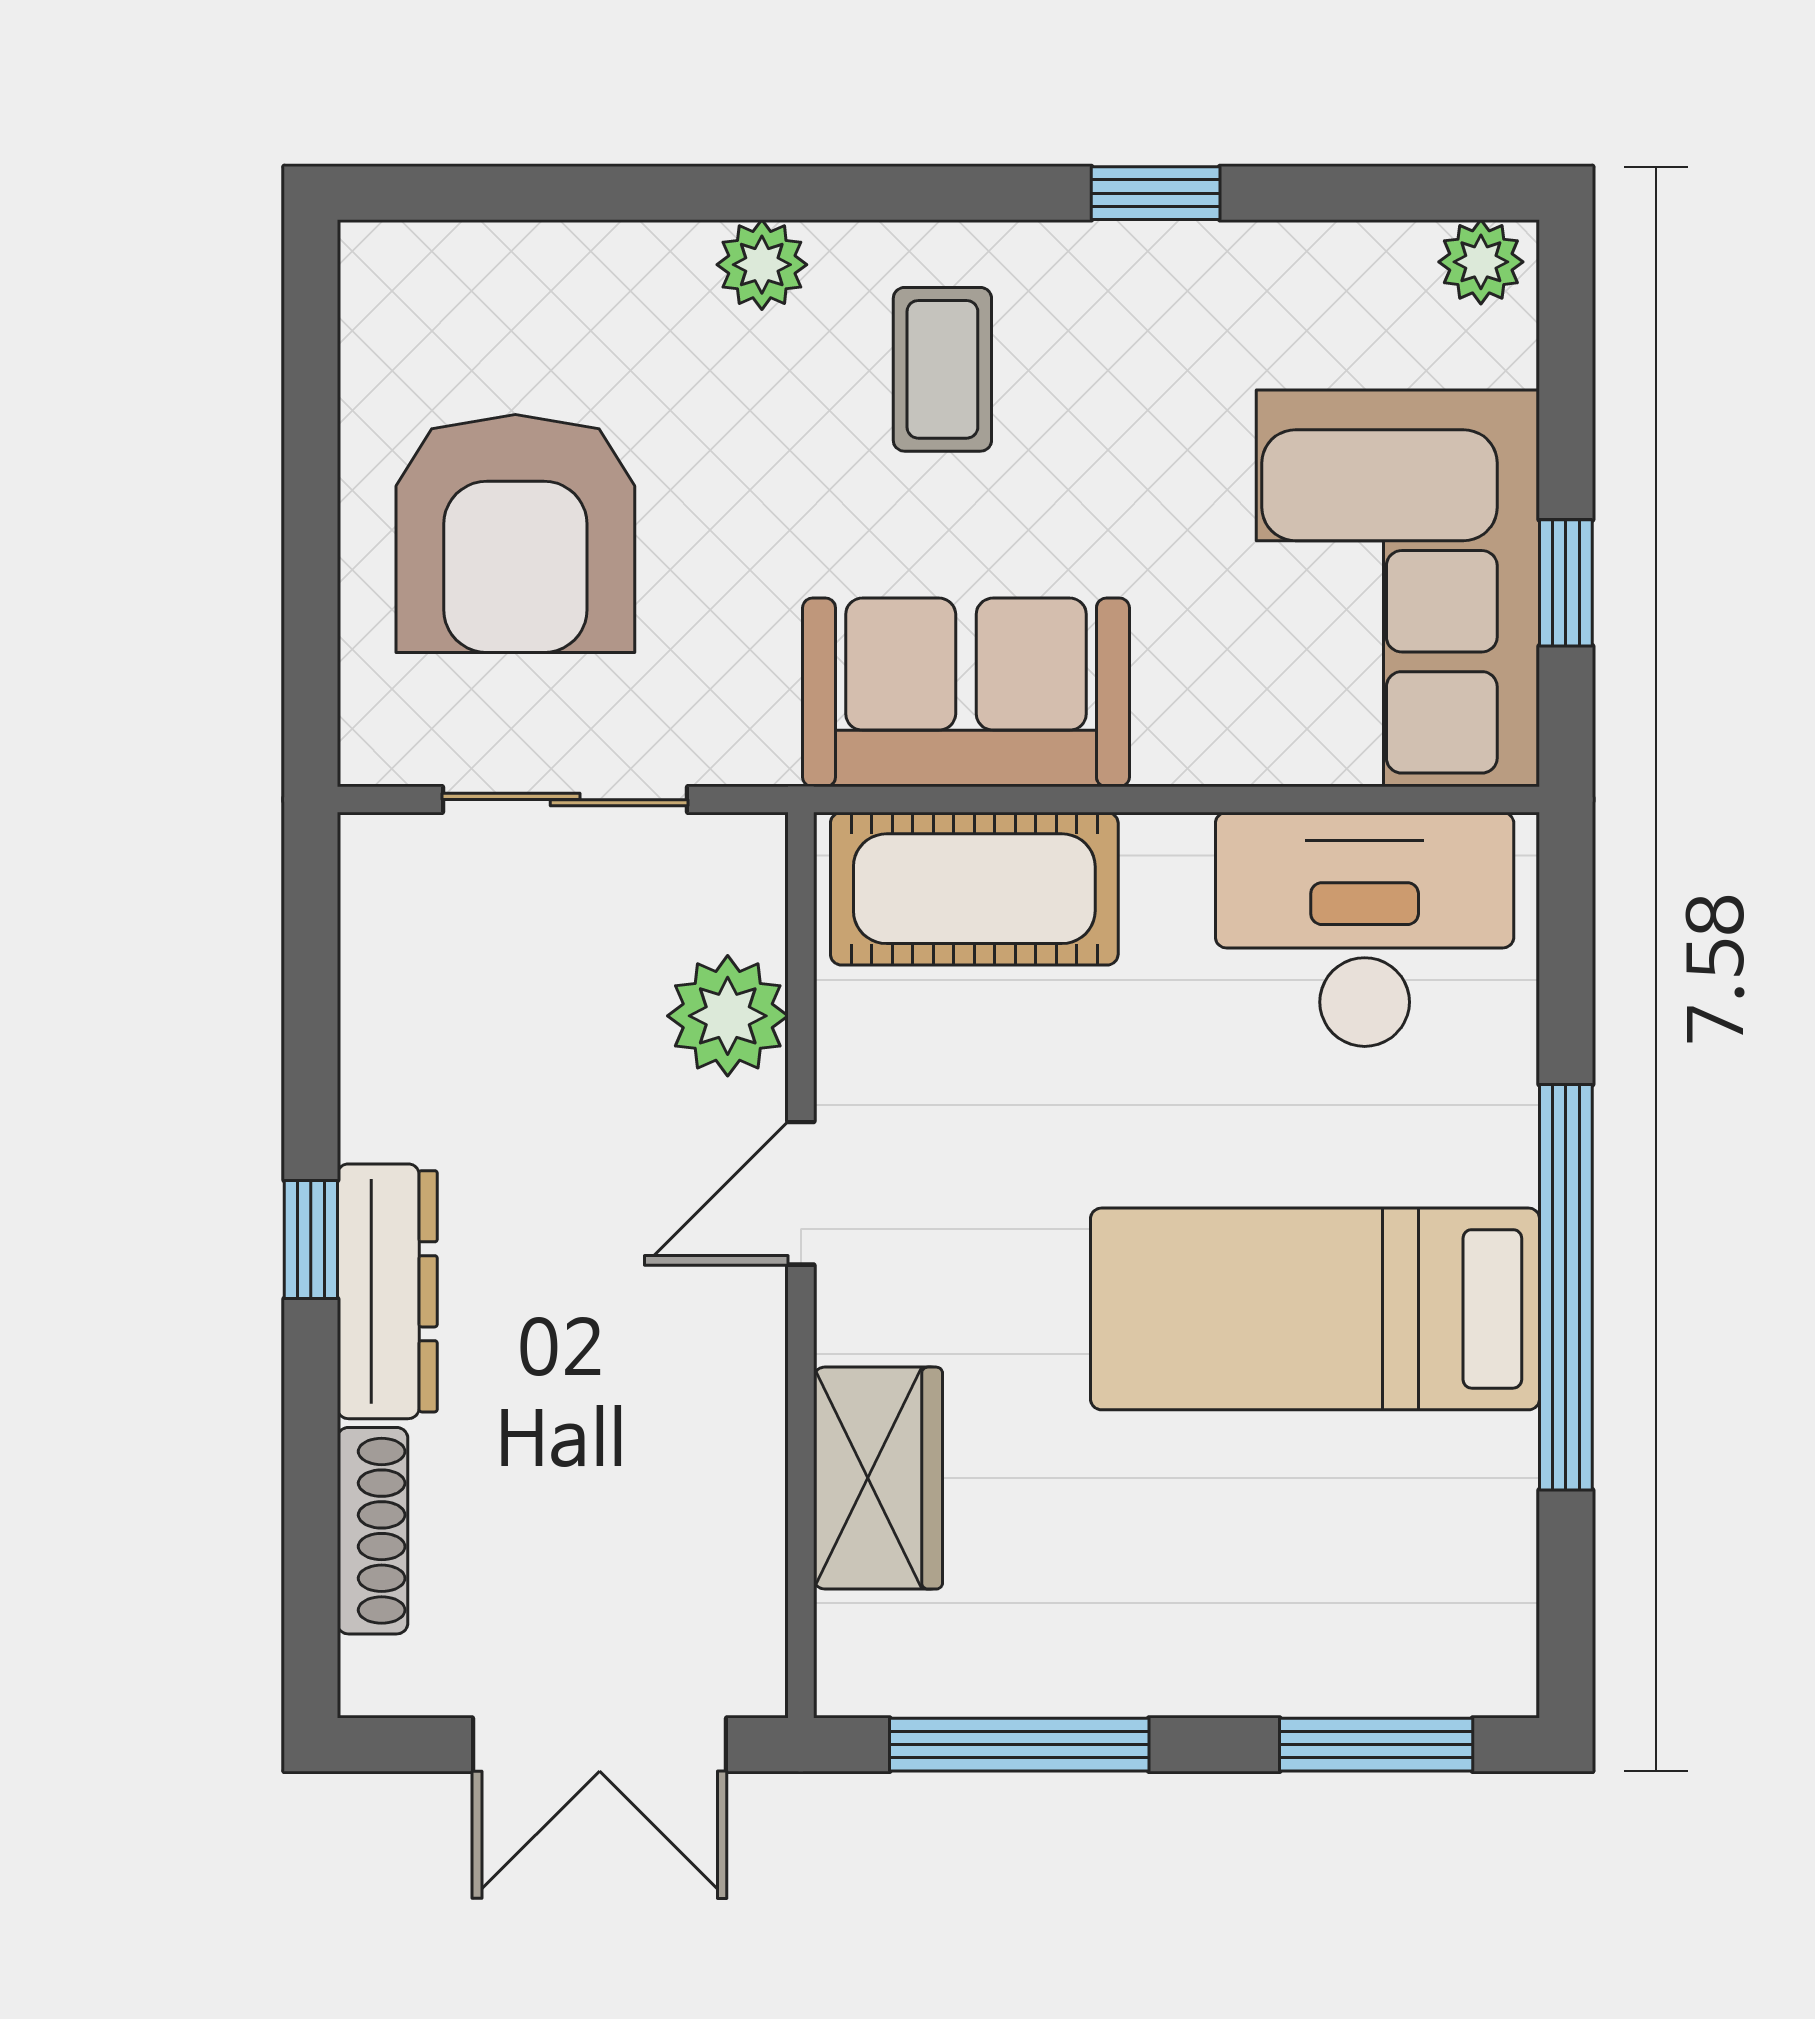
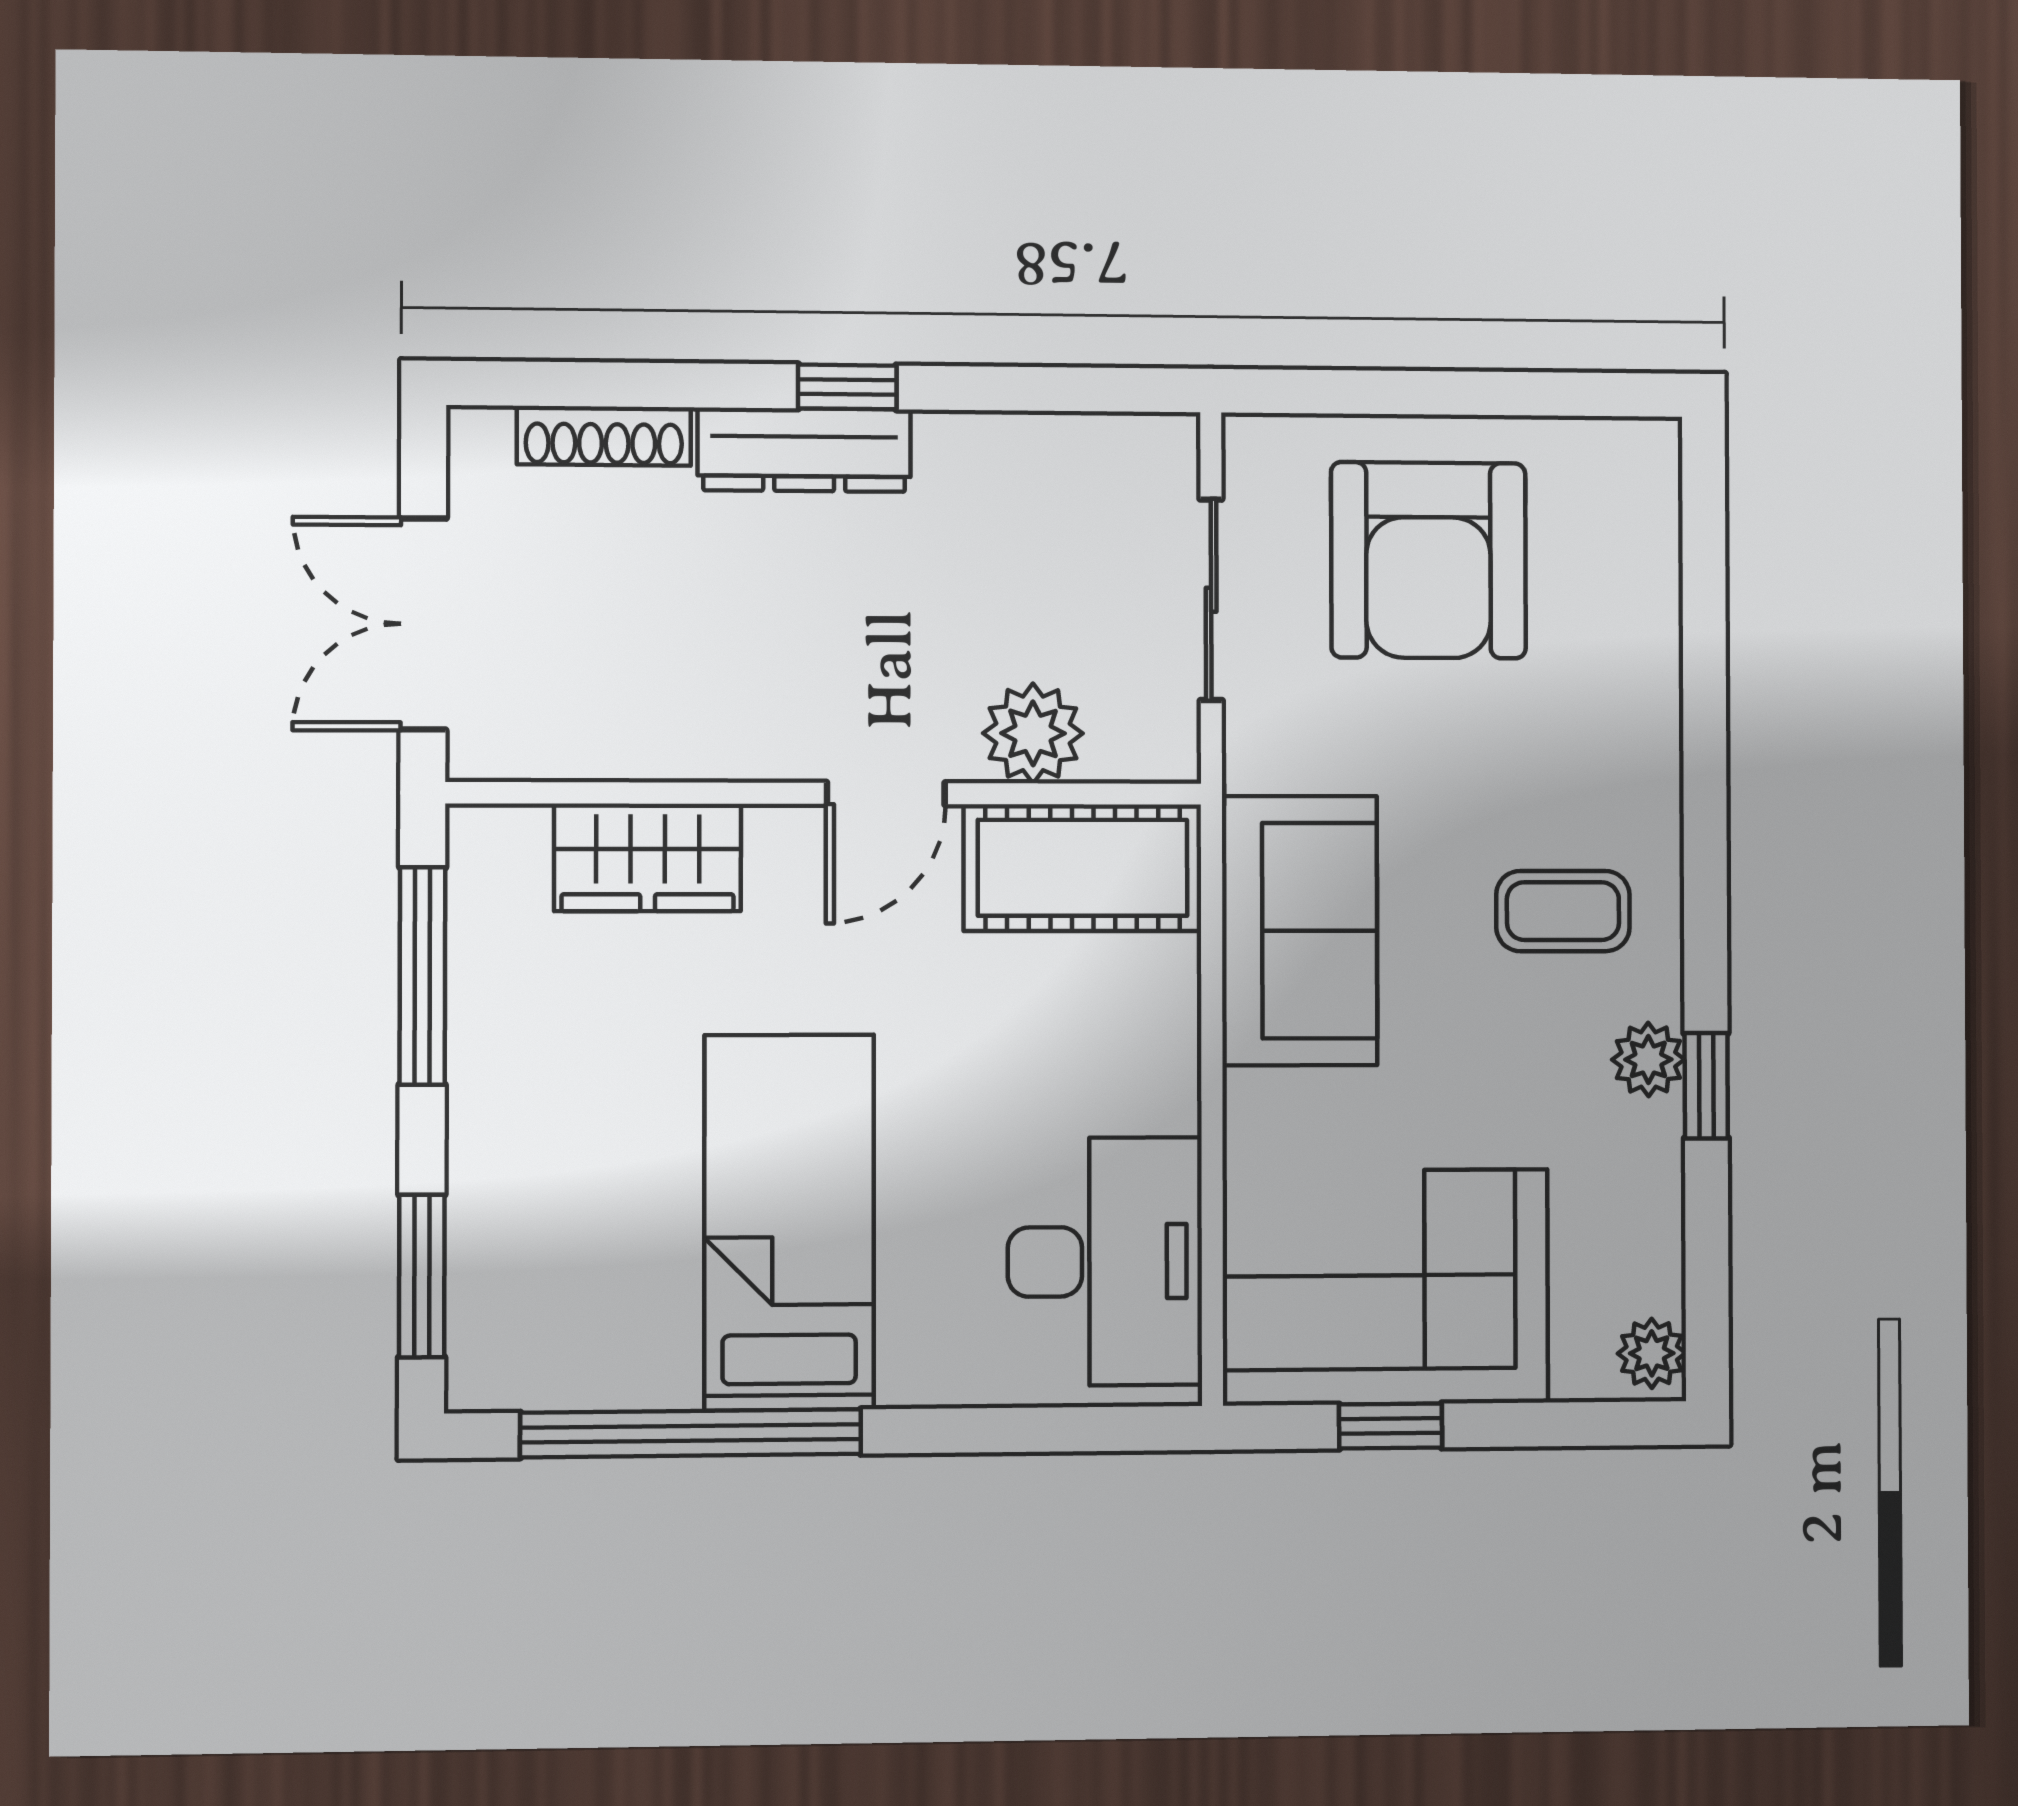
plant: (762, 265) -> (1648, 1059), moved
armchair: (515, 534) -> (1428, 560), turned -90
cot: (974, 889) -> (1083, 868), moved, turned 90
door: (801, 1193) -> (886, 794), swing flipped
window: (1566, 1287) -> (691, 1433), moved

